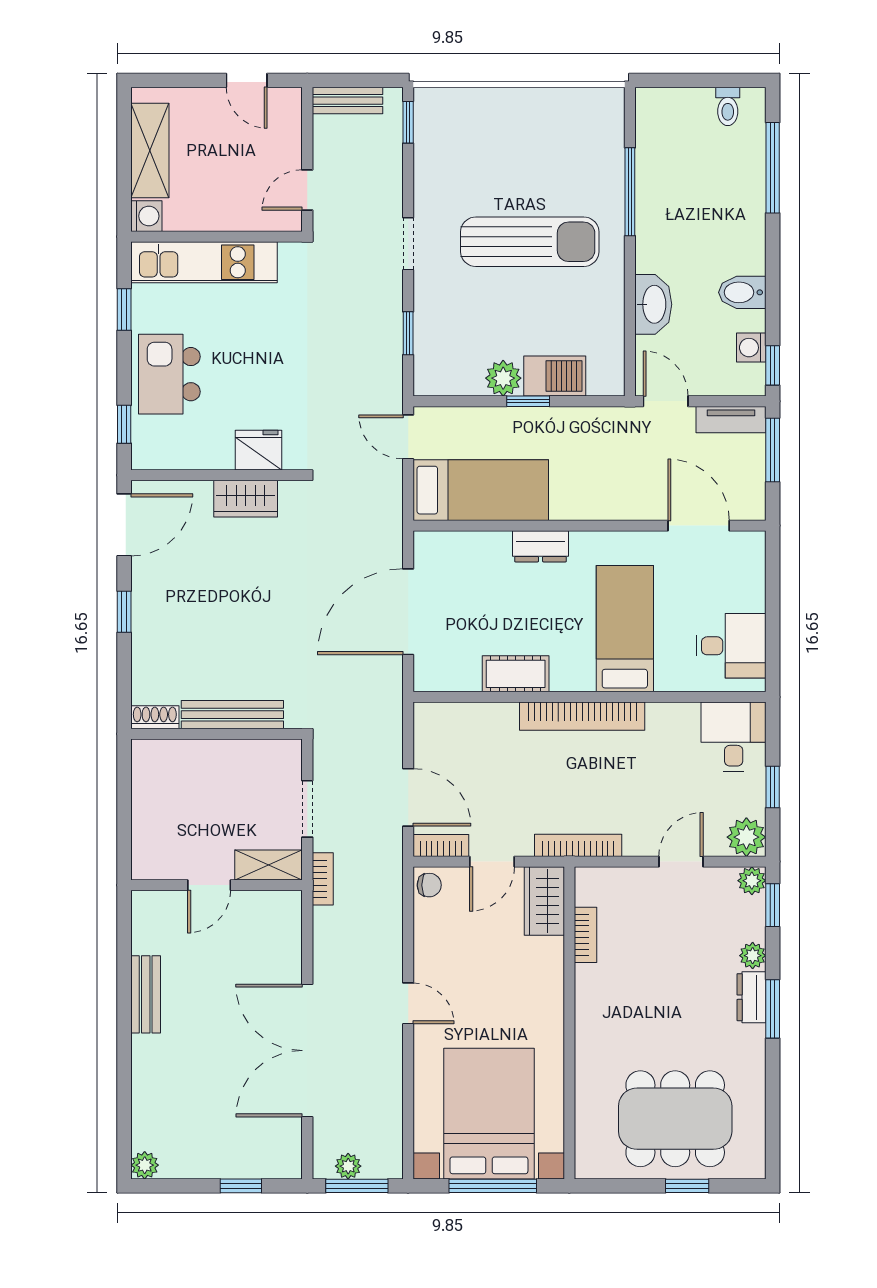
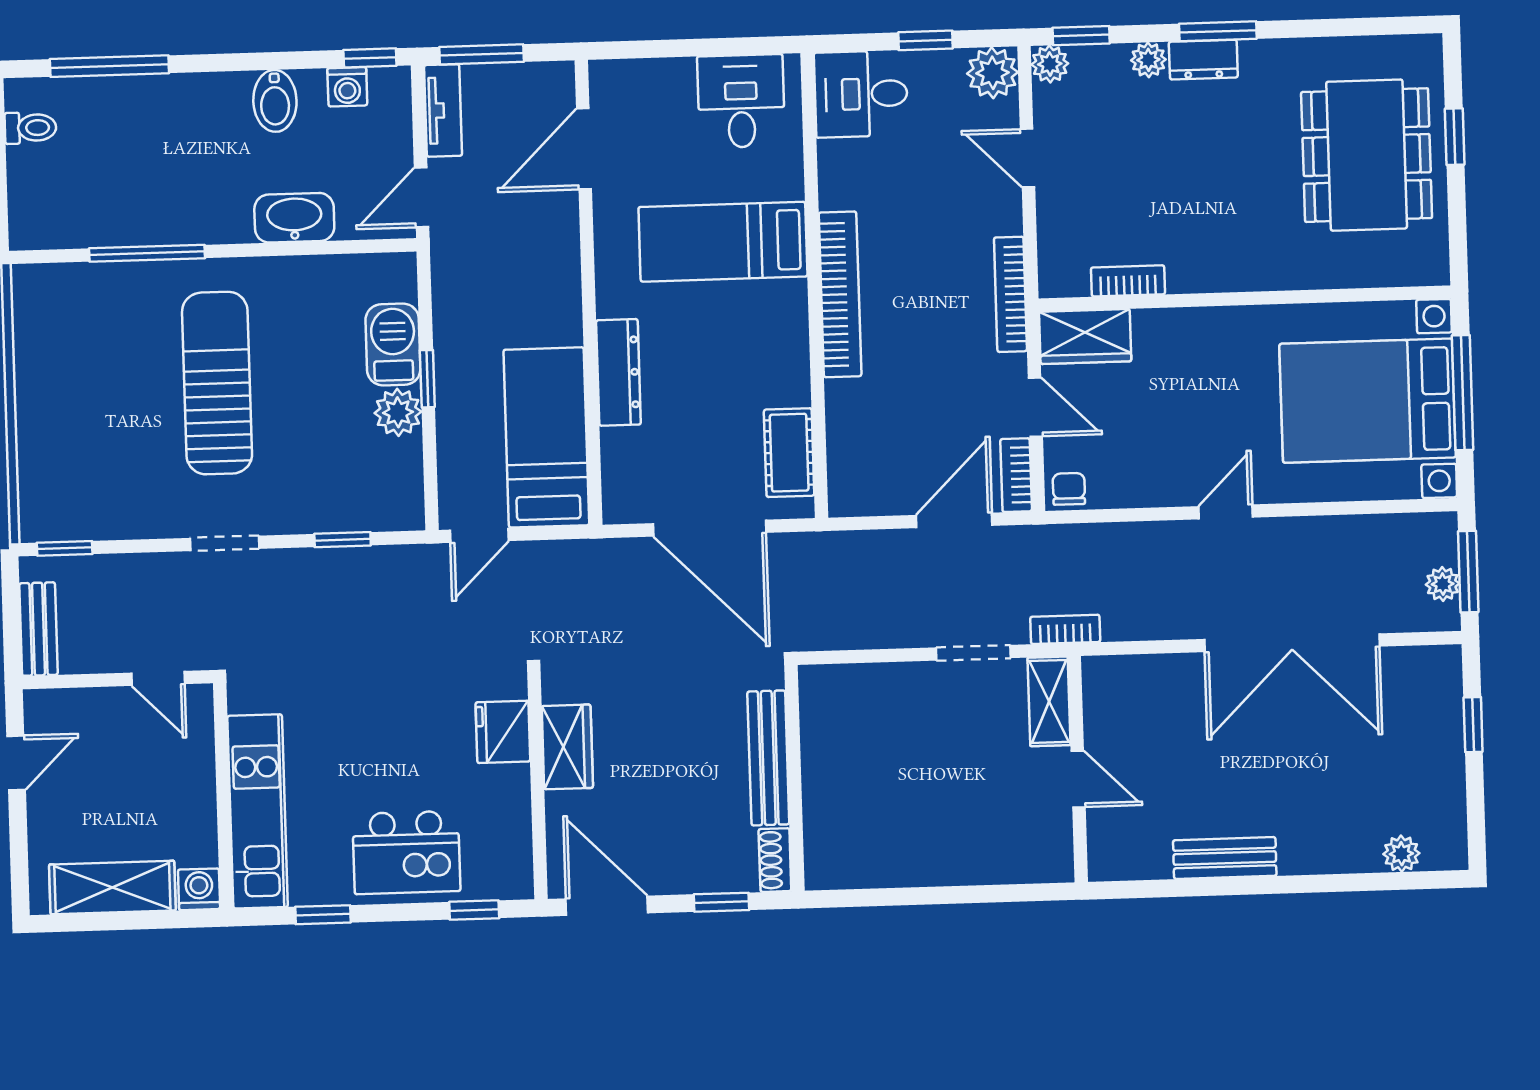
dresser: (541, 546) -> (618, 372), width x1.44
cot: (516, 674) -> (789, 453), moved
bench: (232, 715) -> (768, 758), moved
shoe rack: (155, 717) -> (775, 860), moved
wall: (217, 734) -> (794, 778), moved
plant: (145, 1165) -> (1401, 854), moved

